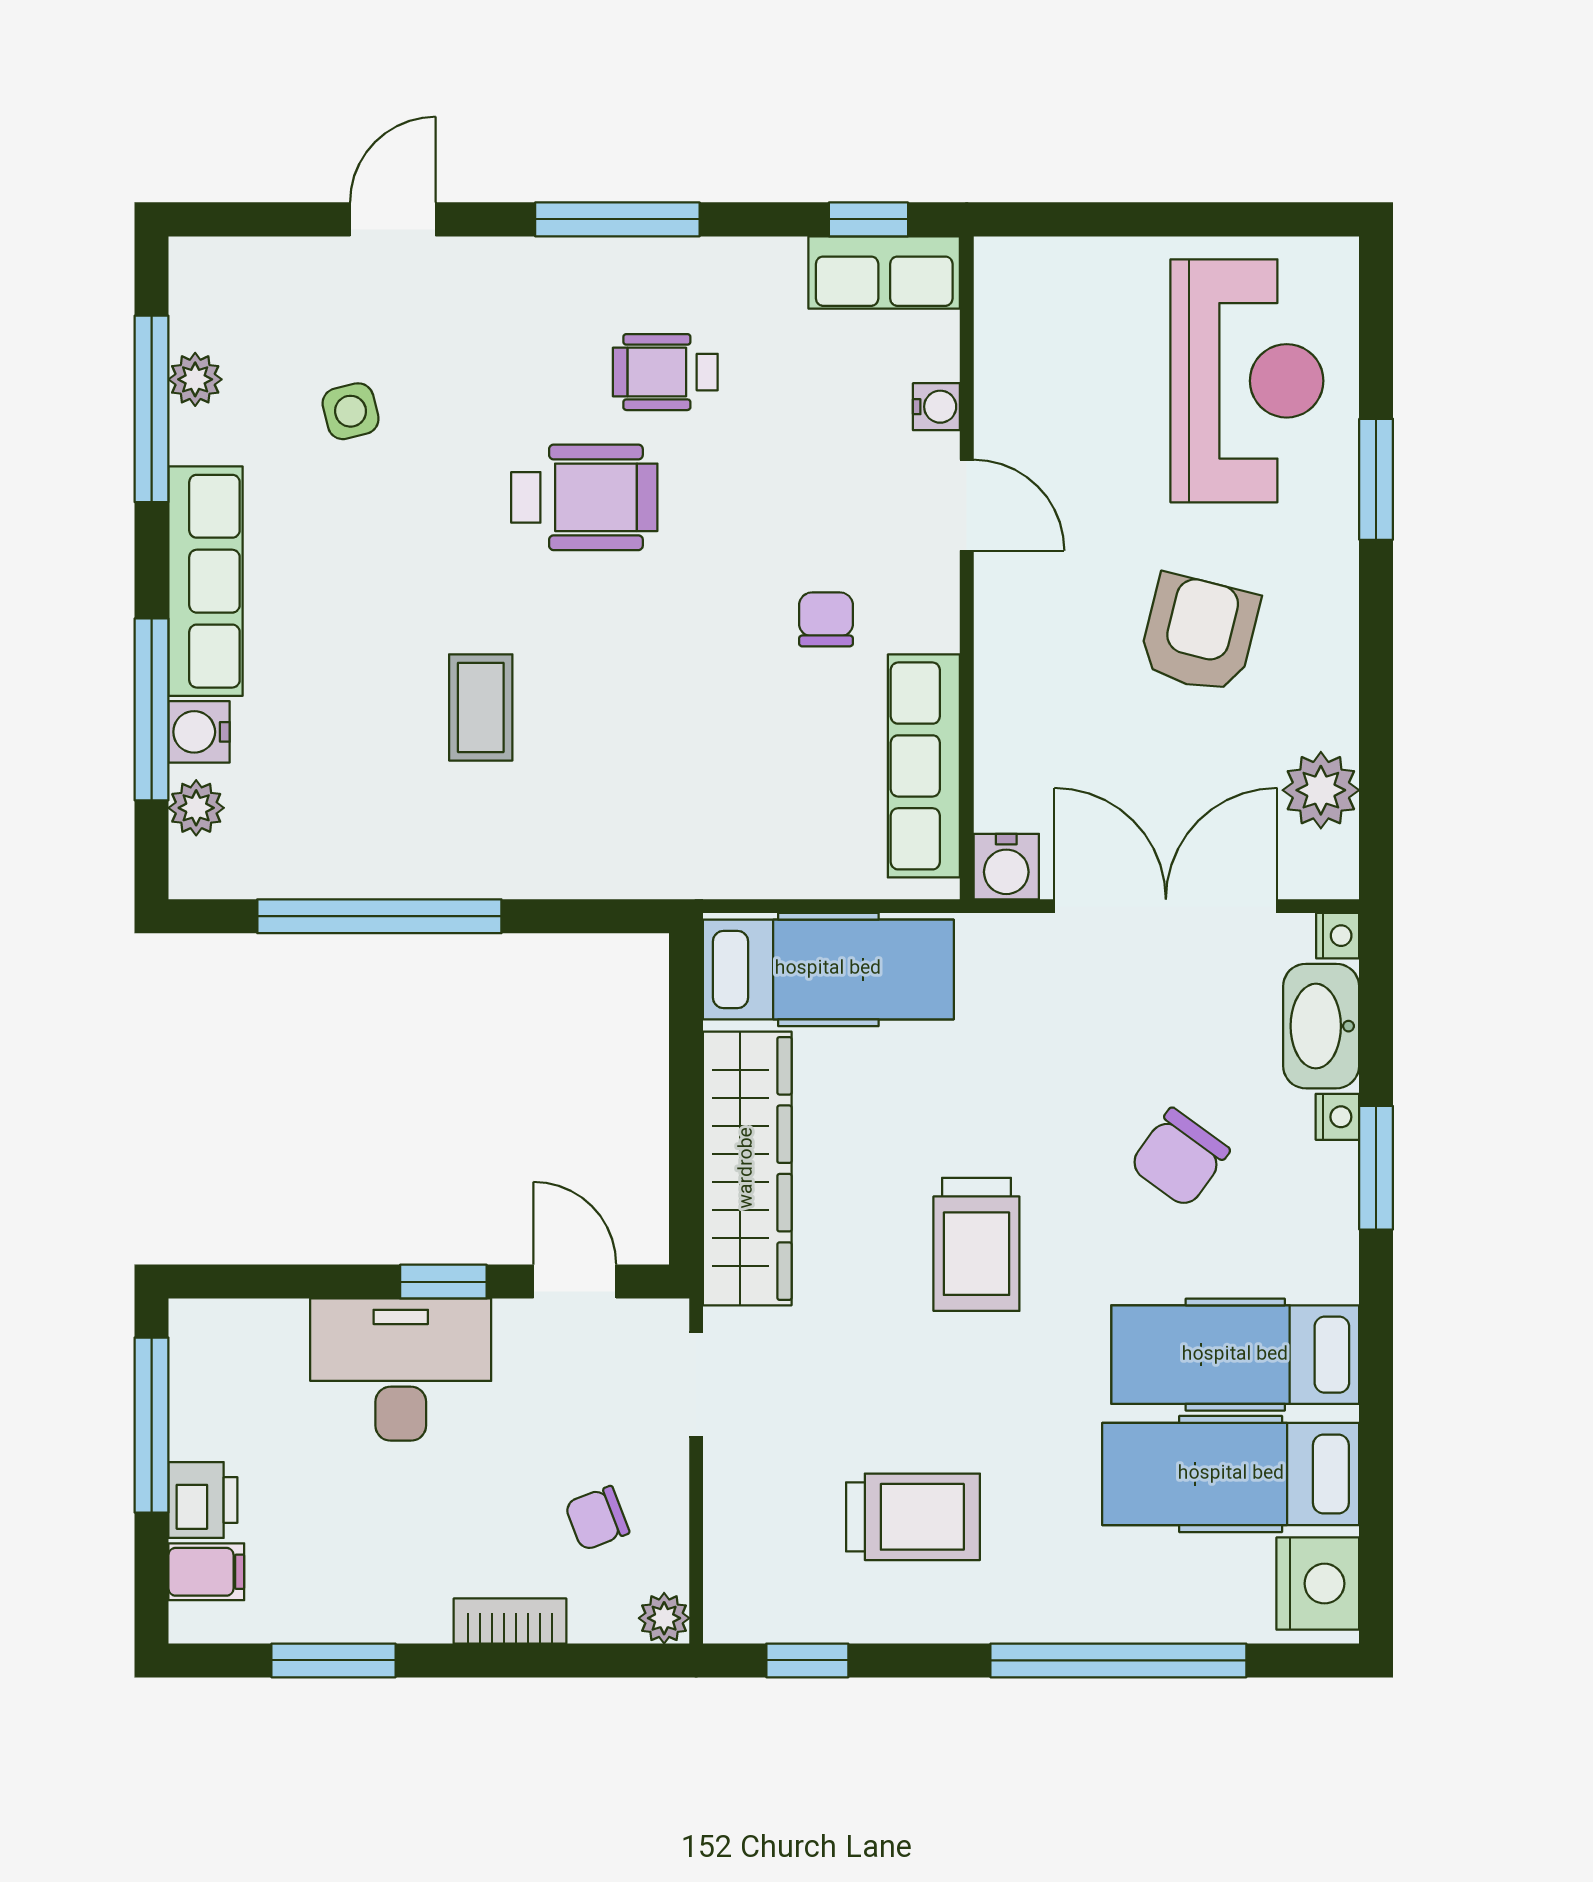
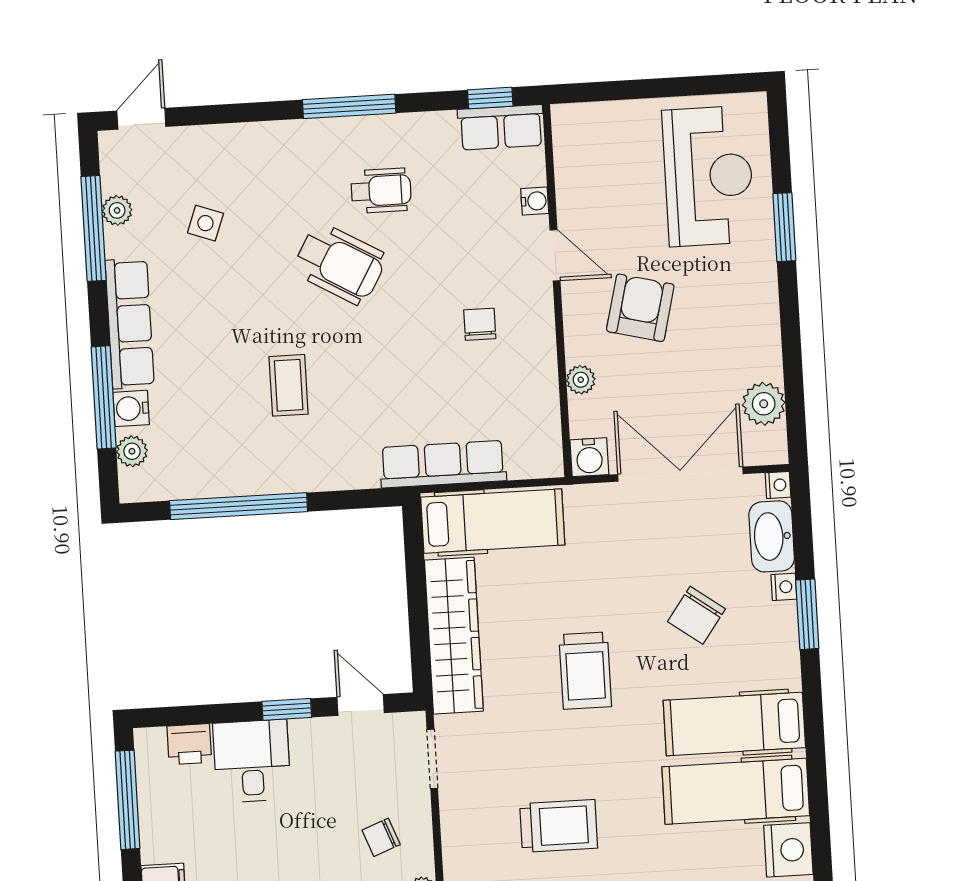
door: (393, 219) -> (141, 119), moved
wheelchair: (665, 372) -> (381, 191), turned 180
side table: (351, 411) -> (205, 223), turned 34
wheelchair: (584, 497) -> (340, 264), turned 30
armchair: (1199, 634) -> (640, 308), moved
plant: (999, 728) -> (581, 380), added
row of seats: (924, 766) -> (443, 464), moved, turned 90
desk: (401, 1370) -> (252, 761), width x0.73
printer: (203, 1500) -> (189, 744), moved, turned 90

